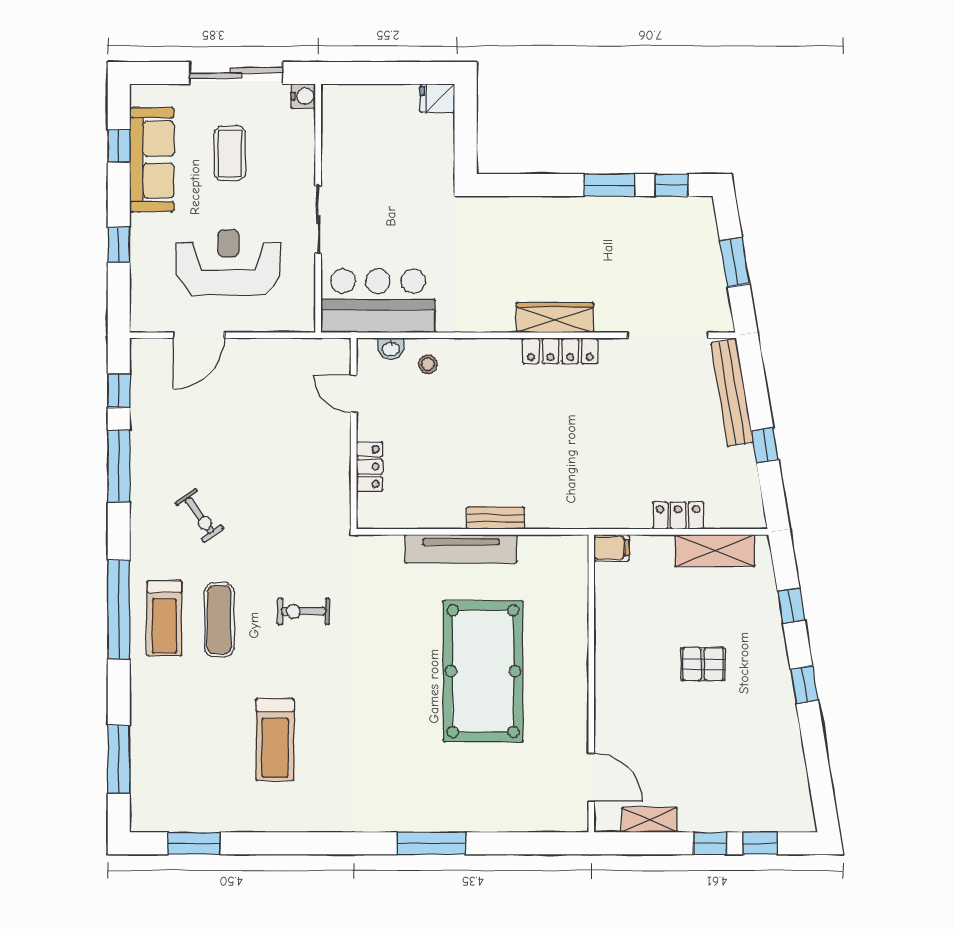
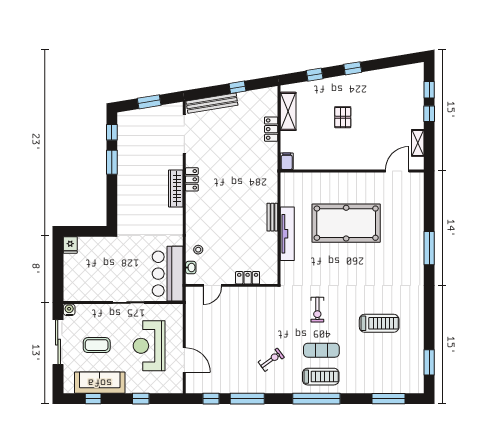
locker: (560, 351) -> (192, 179), width x0.66

